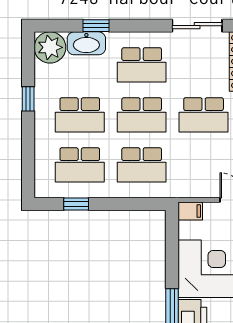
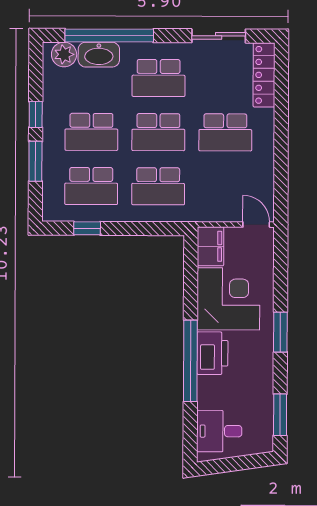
window: (96, 26) -> (109, 36), width x3.17
plant: (50, 47) -> (64, 54), width x0.73, depth x0.73
window: (28, 142) -> (35, 161), added
filing cabinet: (190, 211) -> (210, 246), width x2.00

